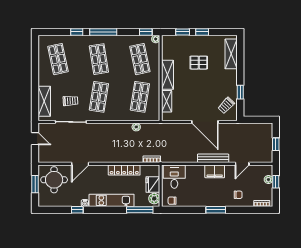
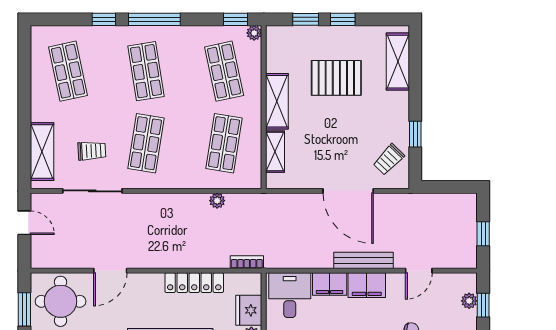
pallet: (199, 63) -> (336, 78), width x1.50, depth x1.42
filing cabinet: (195, 171) -> (330, 284), added

